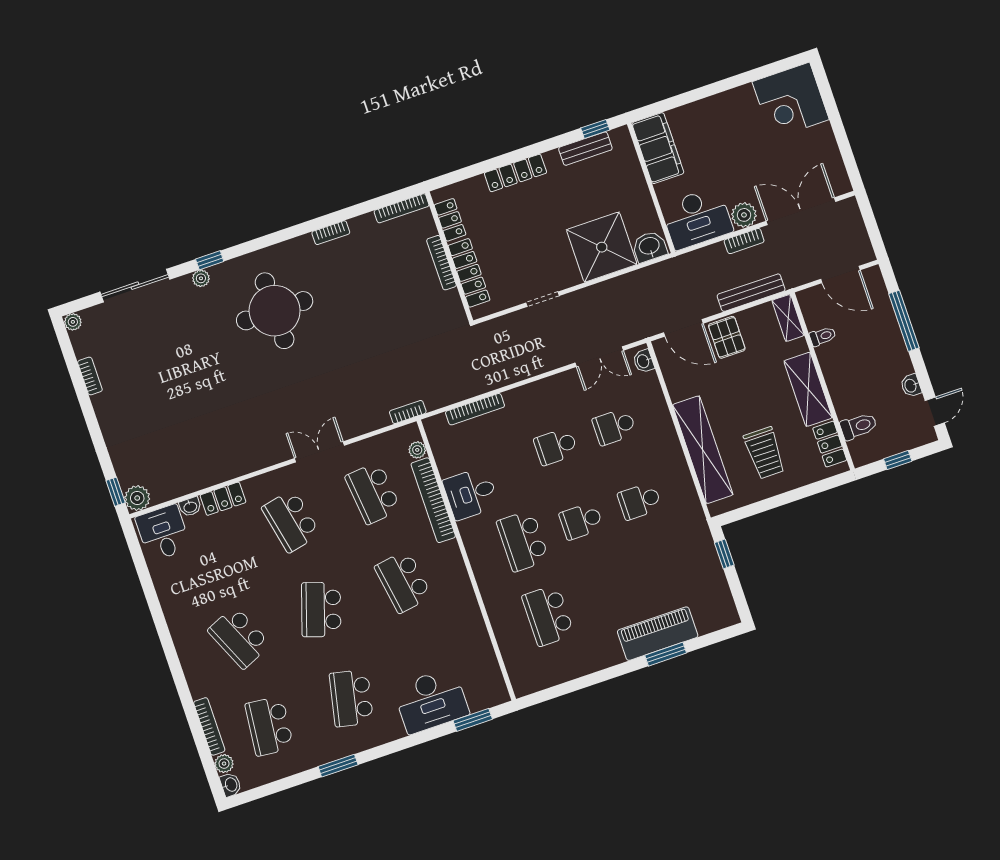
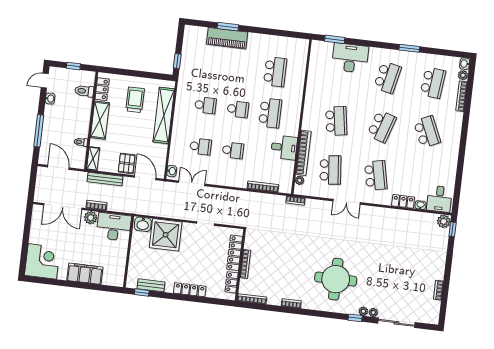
filing cabinet: (658, 148) -> (85, 274), moved, turned 90
plant: (73, 322) -> (373, 312), moved

